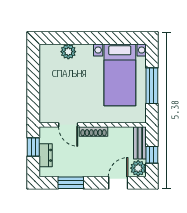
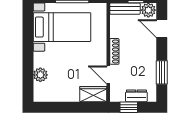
wardrobe: (47, 109) -> (93, 94), added
door: (68, 125) -> (108, 75), swing flipped

